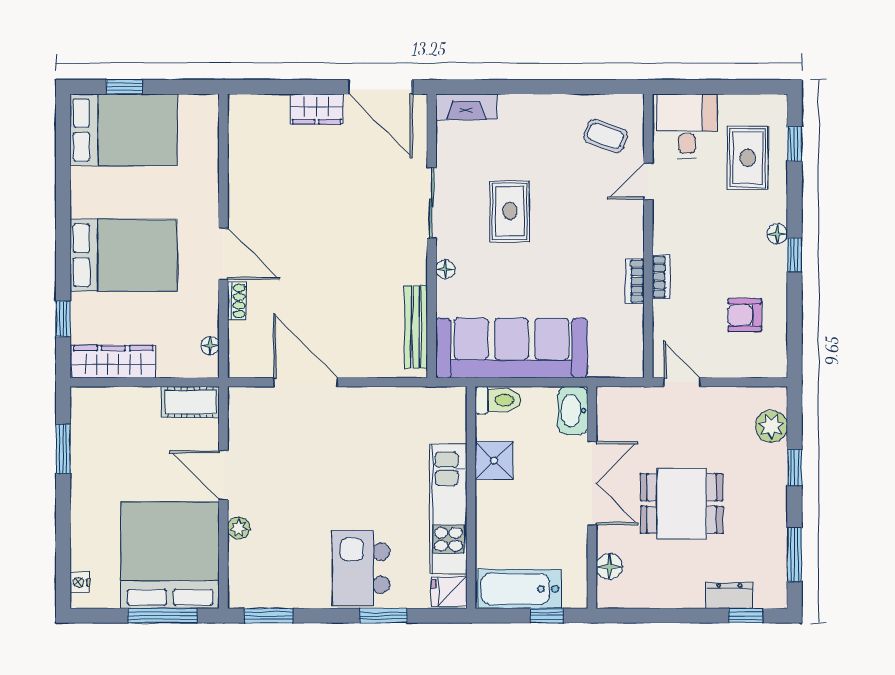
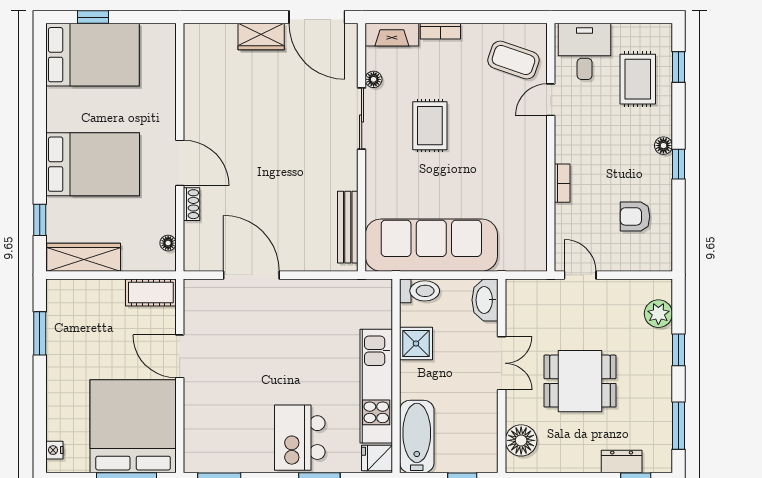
coffee table: (606, 136) -> (513, 60), width x1.36, depth x1.30
floor lamp: (445, 269) -> (374, 79), moved
bookcase: (635, 281) -> (440, 31), moved, turned -90
double door: (592, 483) -> (502, 363), width x0.73
plant: (239, 528) -> (193, 403), removed
floor lamp: (609, 567) -> (521, 440), width x1.38, depth x1.38
bathtub: (519, 589) -> (417, 437), moved, turned 90

